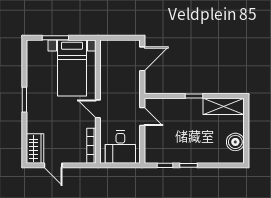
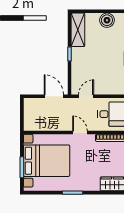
door: (142, 59) -> (54, 96), moved
bed with nightstands: (72, 68) -> (47, 161), width x1.36
door: (98, 109) -> (80, 133), swing flipped

